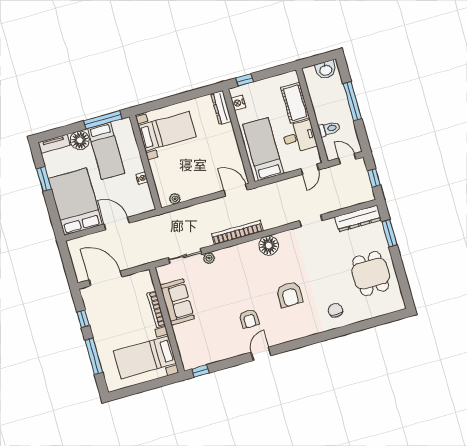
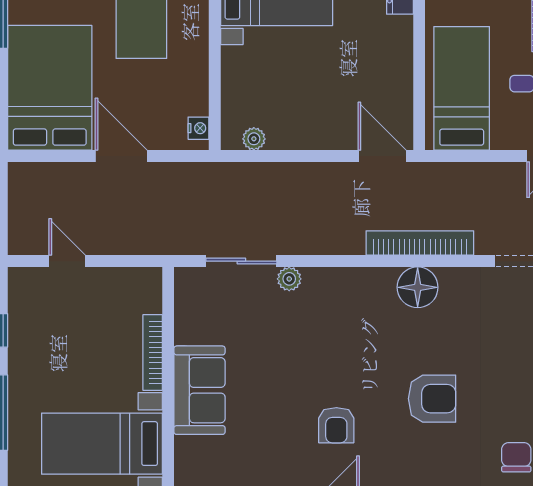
nightstand: (142, 178) -> (198, 128), moved
bookcase: (237, 232) -> (420, 243), moved
door: (105, 278) -> (67, 261), width x0.53
armchair: (290, 294) -> (432, 399), turned -90
sofa: (177, 302) -> (200, 390), moved

